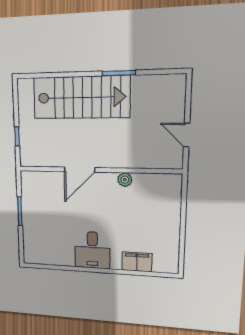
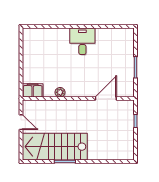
stairs: (81, 97) -> (55, 147), moved
door: (79, 170) -> (106, 99), moved
filing cabinet: (137, 262) -> (33, 90), moved, turned 180

